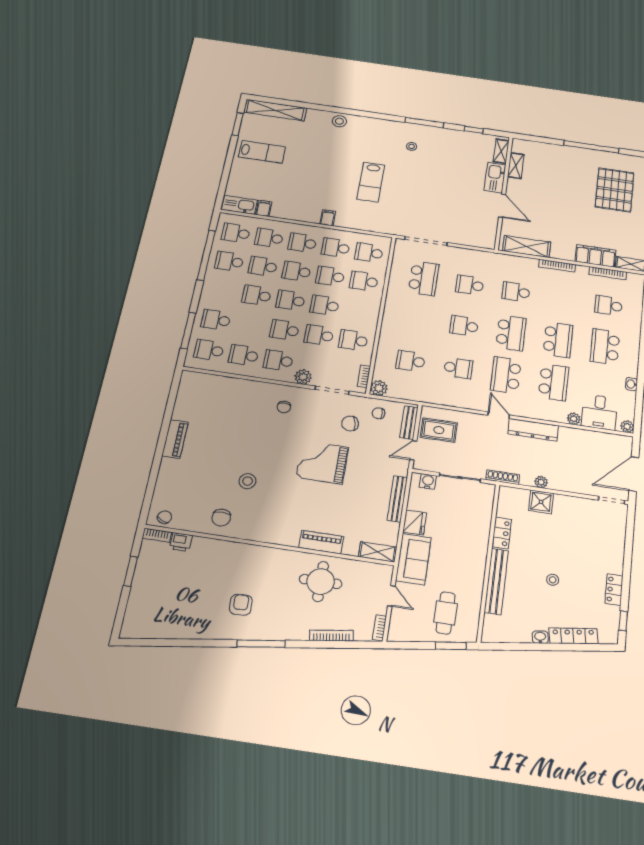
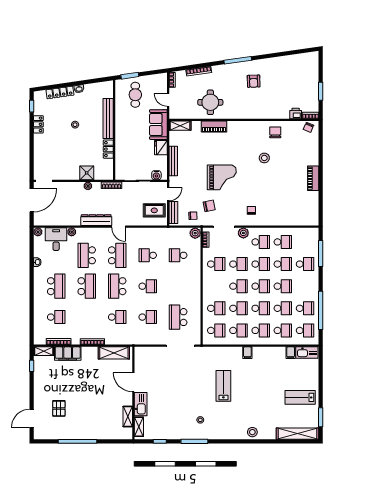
pallet: (615, 190) -> (59, 408), width x0.49, depth x0.50
school desk: (558, 340) -> (87, 286), turned 180
school desk: (209, 350) -> (283, 264), moved
school desk: (411, 361) -> (178, 255), turned 180

